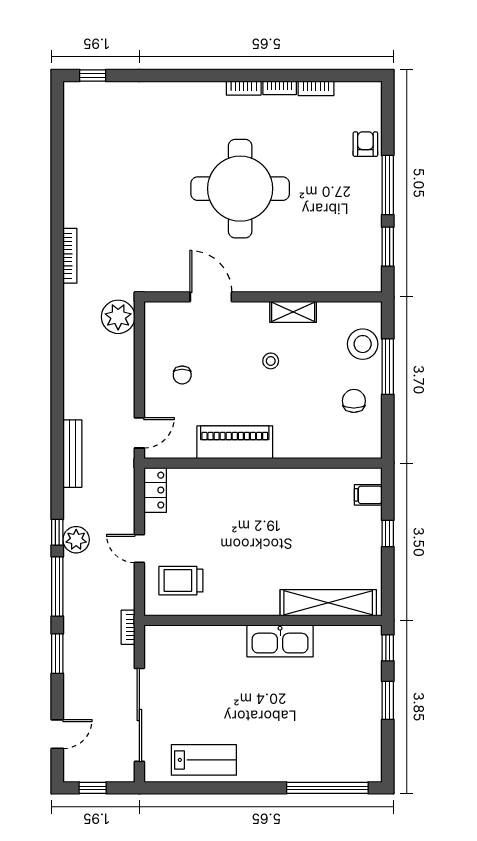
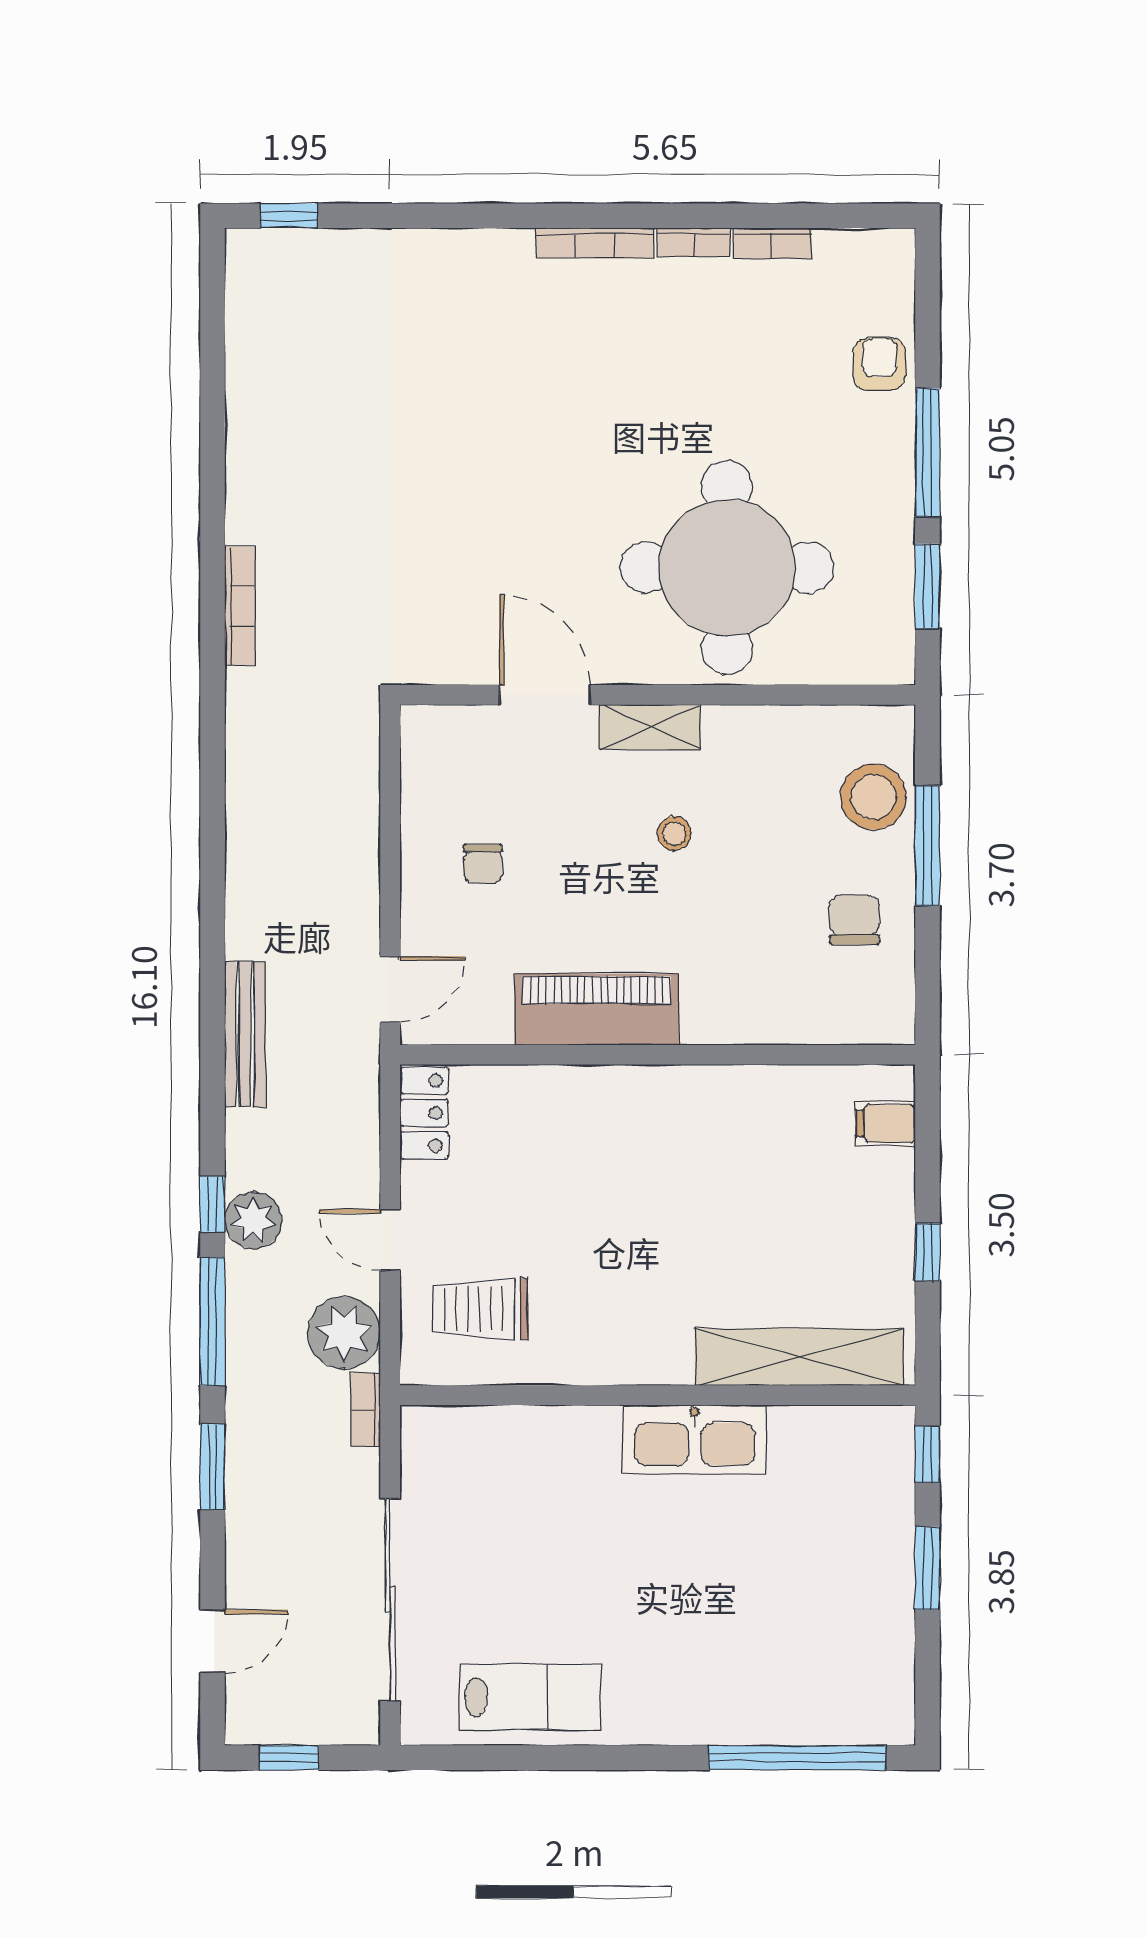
bookcase: (244, 88) -> (595, 243), width x1.56
round table: (240, 189) -> (727, 568), moved
shelving: (293, 312) -> (650, 727), moved
plant: (118, 317) -> (344, 1333), moved
window: (388, 533) -> (928, 1252), moved

